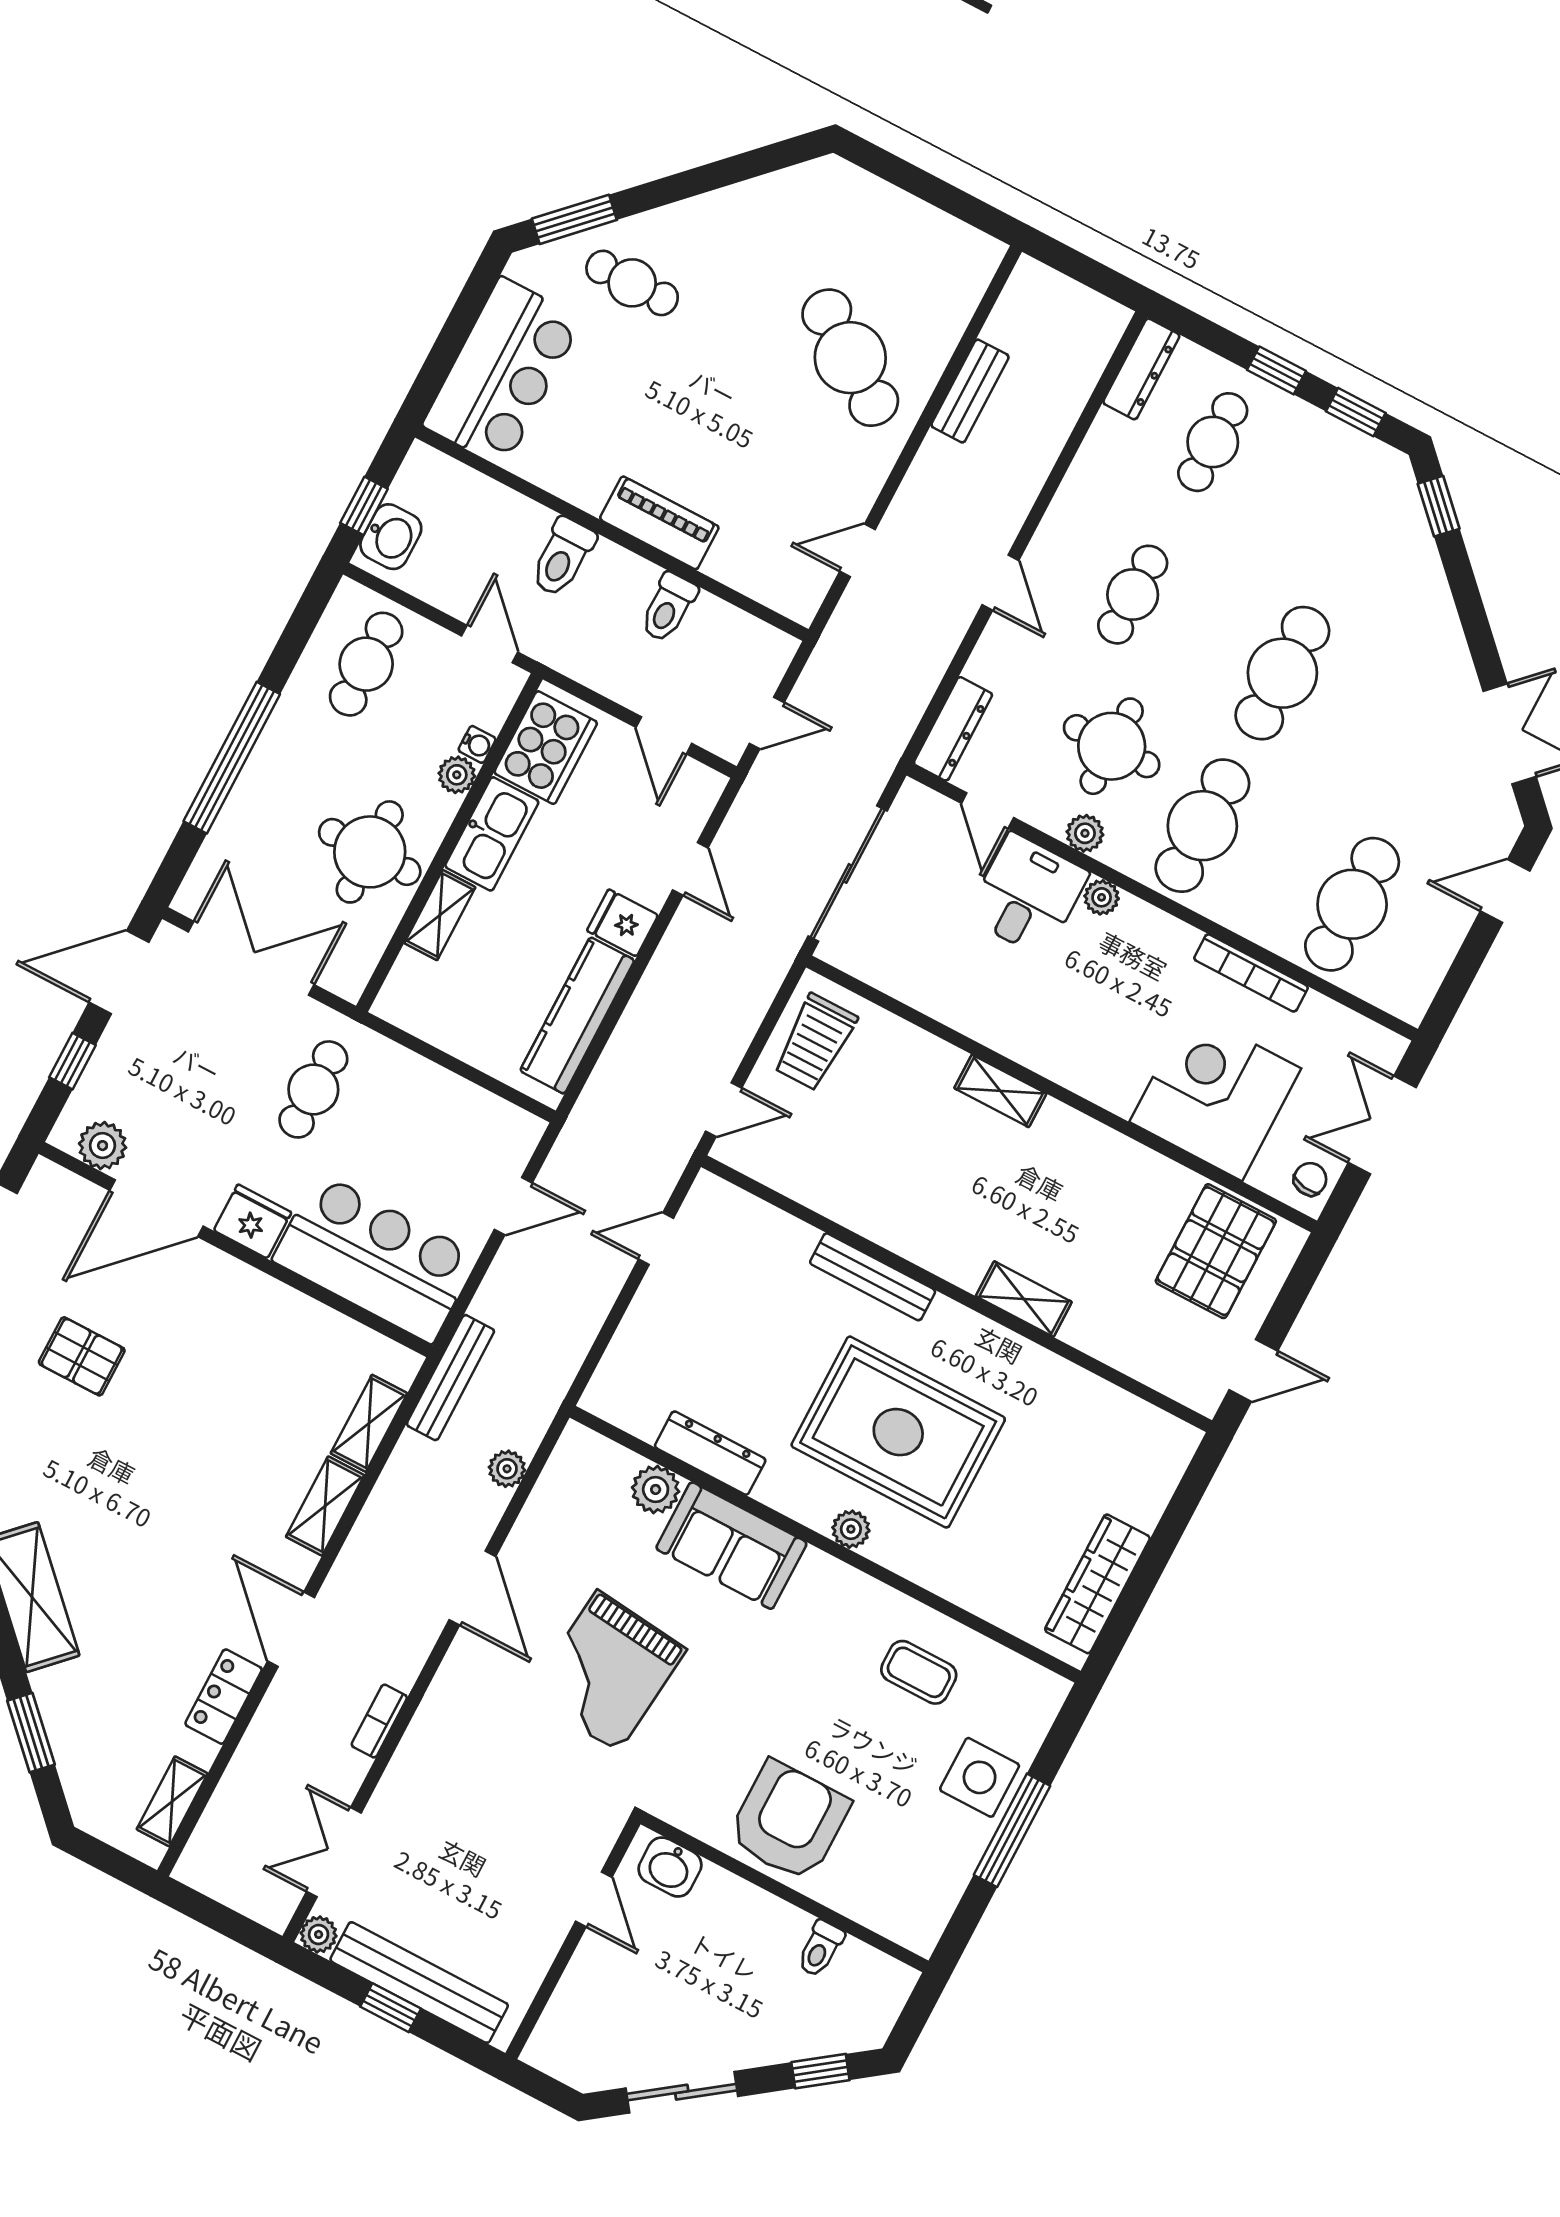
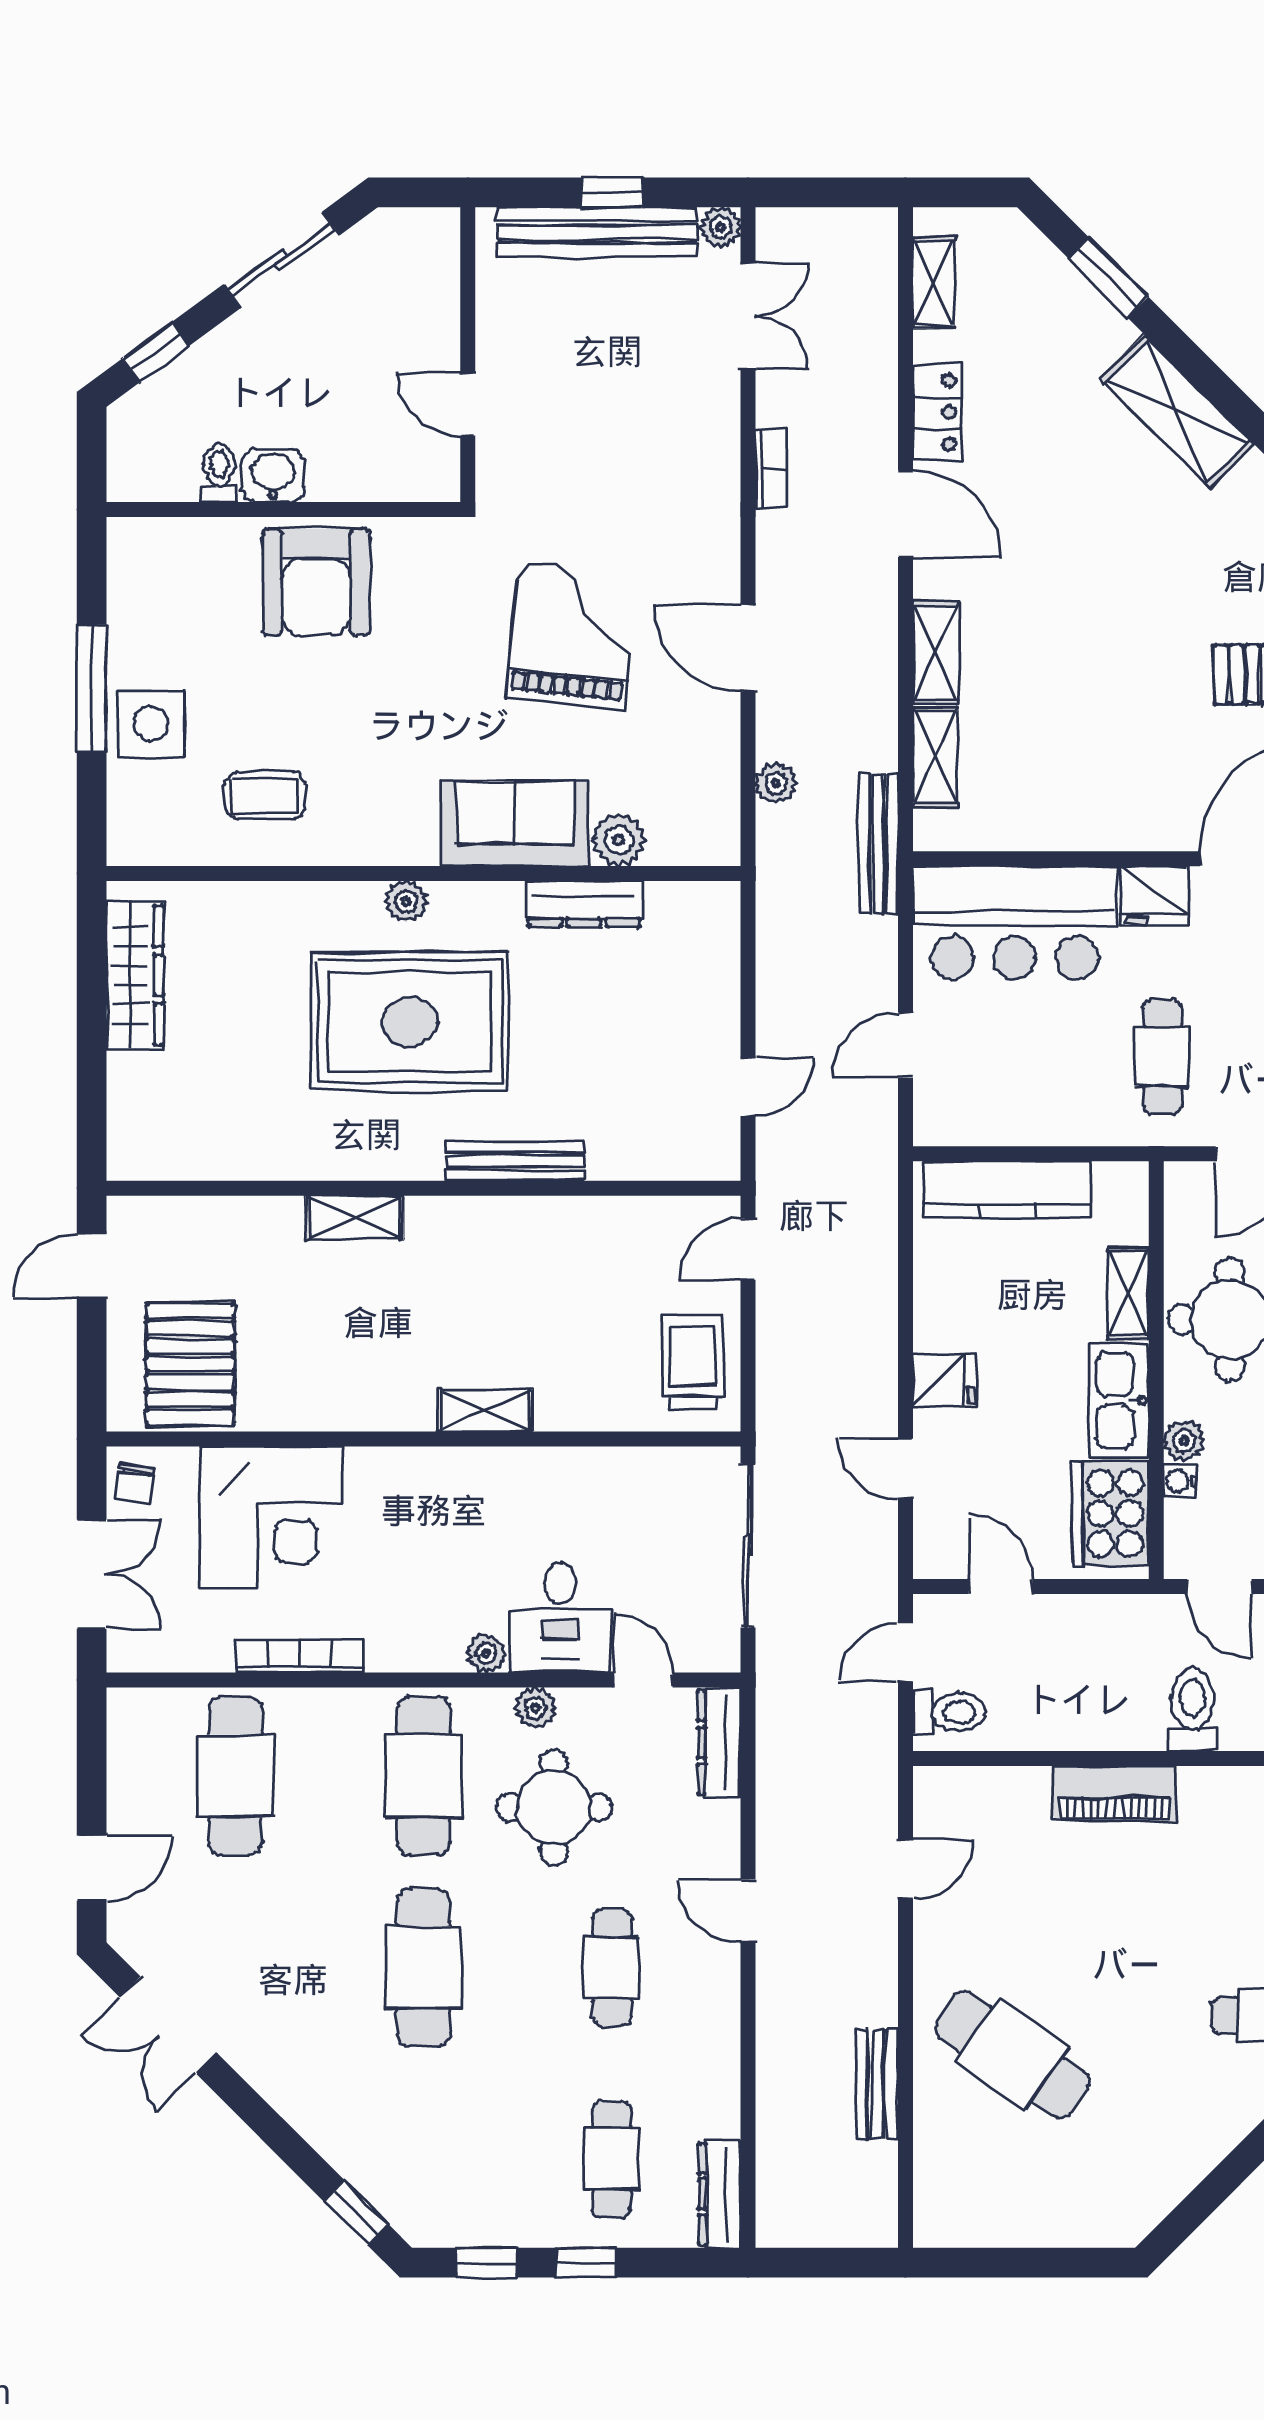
toilet: (668, 607) -> (949, 1712), moved, turned 90
kitchen counter: (577, 1015) -> (1007, 1189), moved, turned 90
washbasin: (670, 1867) -> (273, 475), moved

